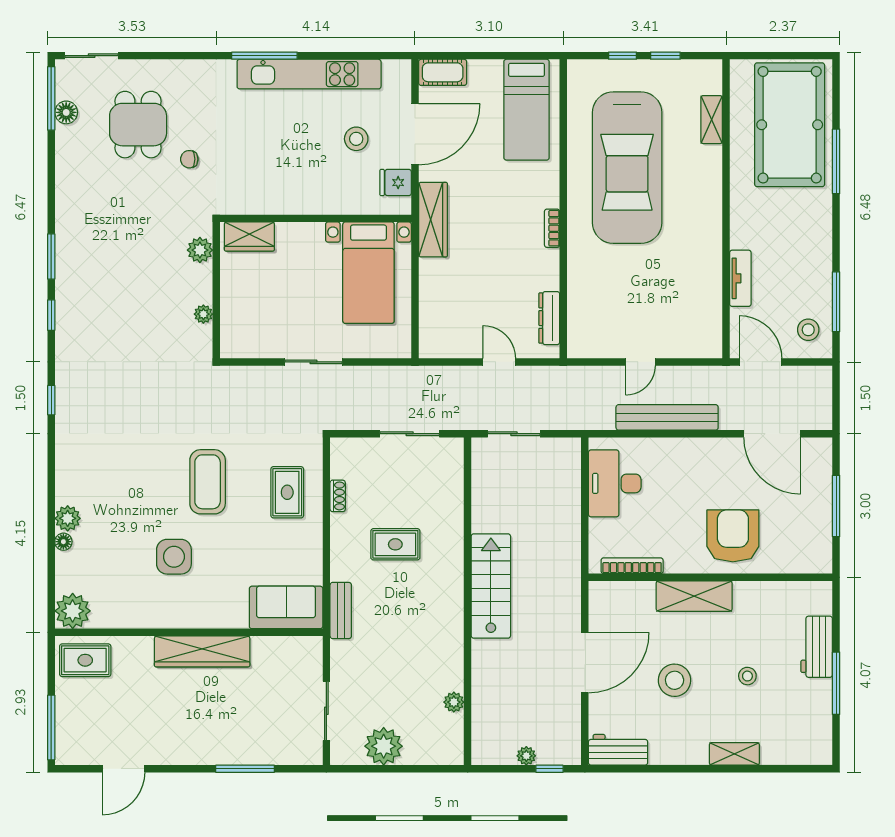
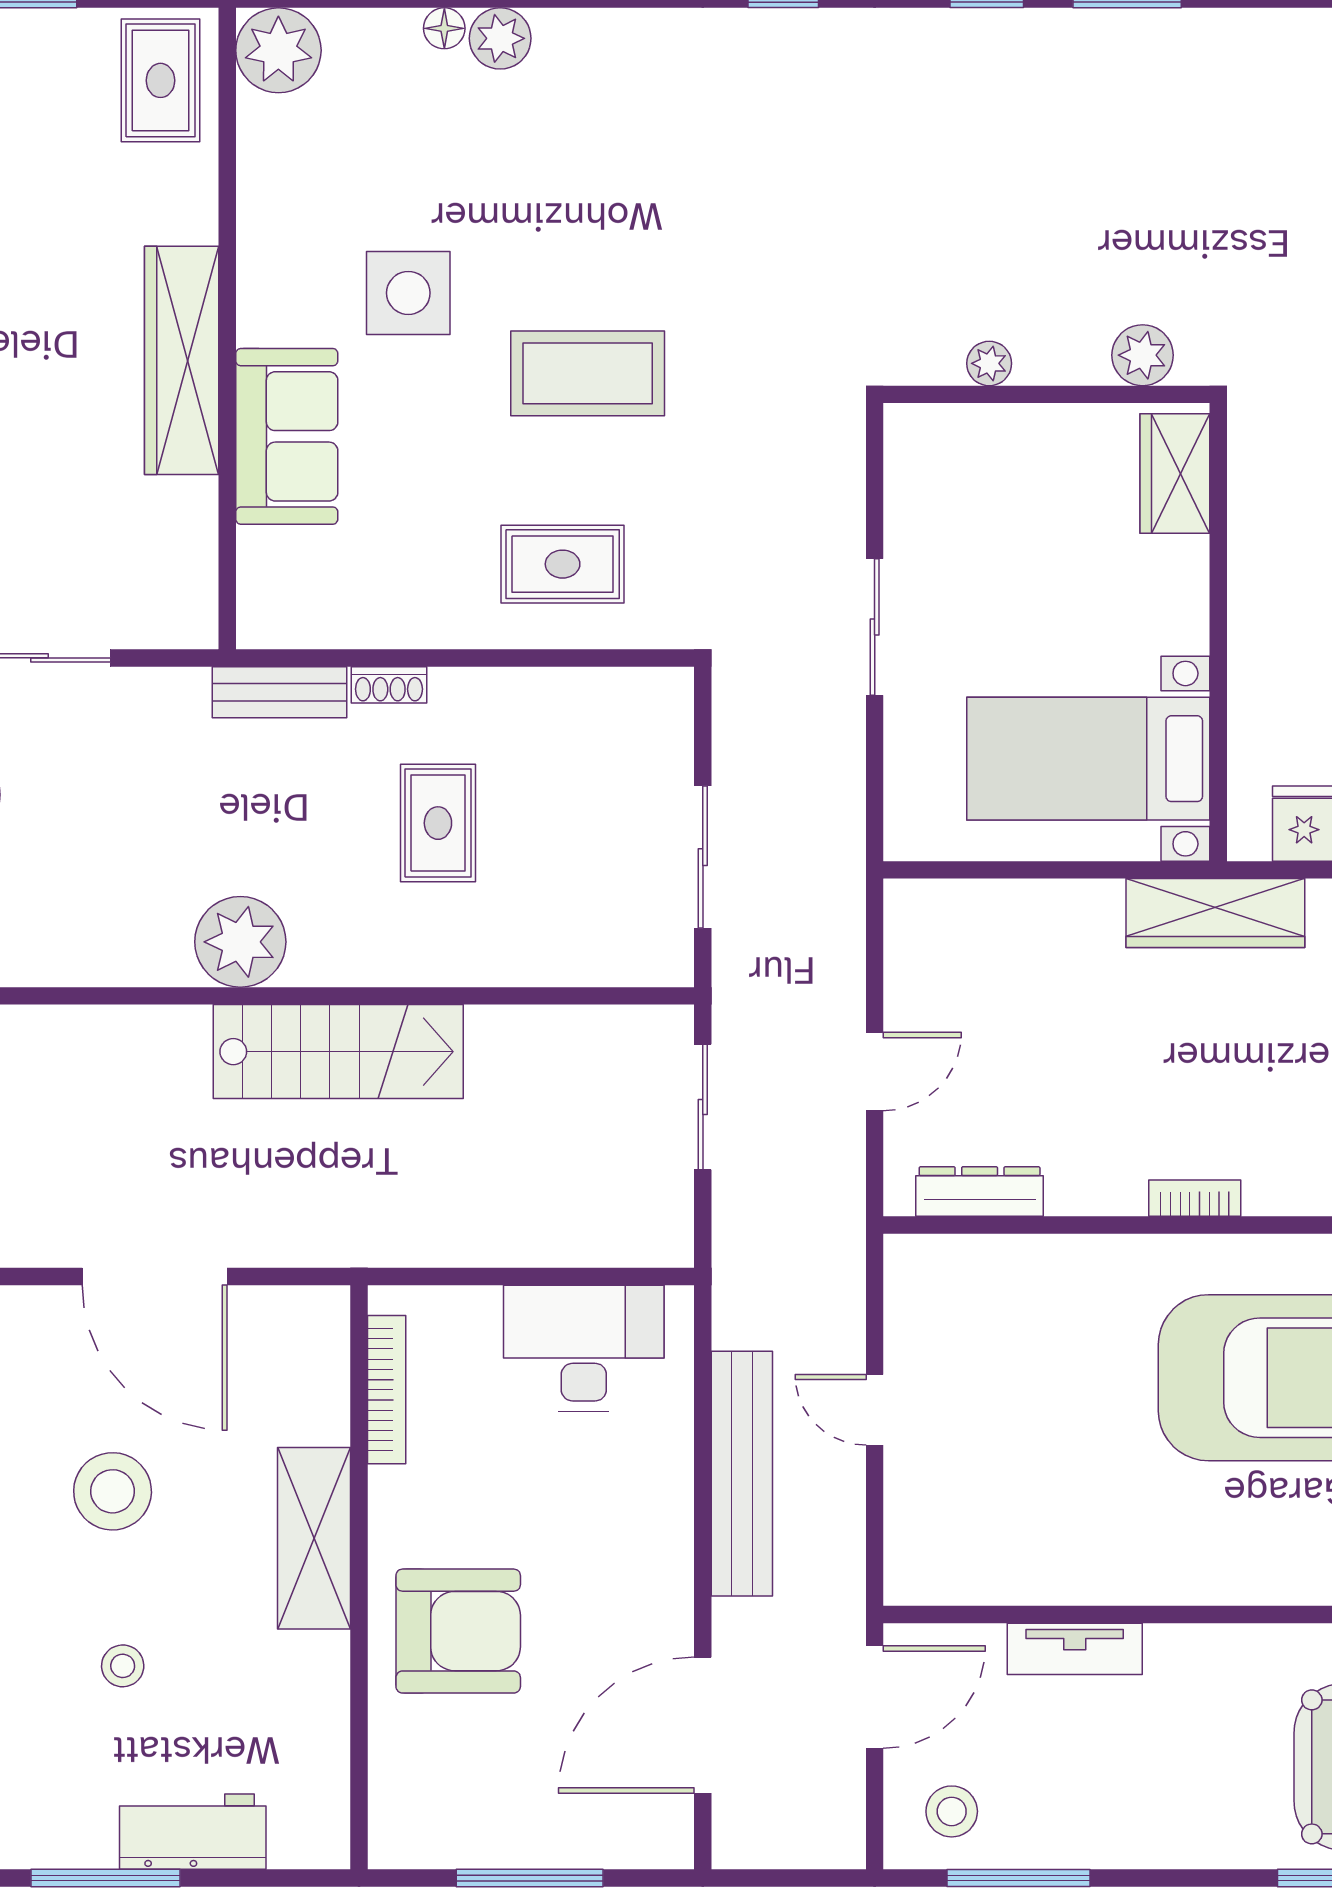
shoe rack: (338, 496) -> (389, 685), moved
sofa: (286, 607) -> (287, 436), moved
plant: (454, 702) -> (240, 942), moved, width x1.88, depth x1.88

